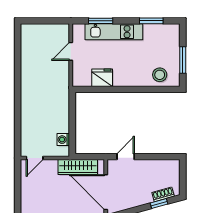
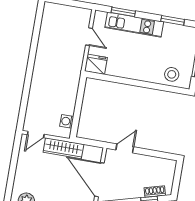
door: (71, 51) -> (89, 37), swing flipped
fridge: (102, 78) -> (96, 64), moved
wardrobe: (78, 167) -> (63, 148), moved

